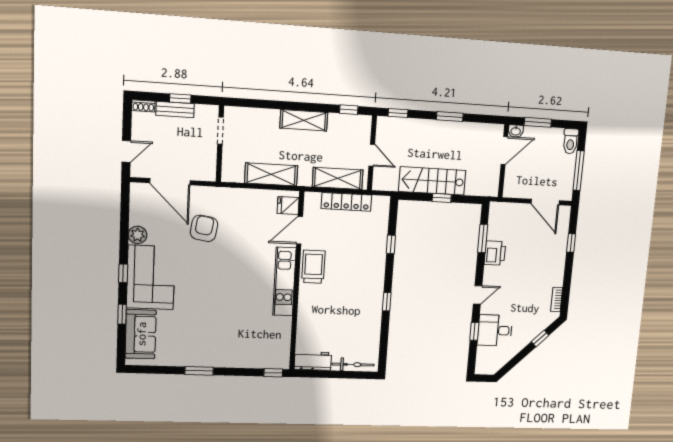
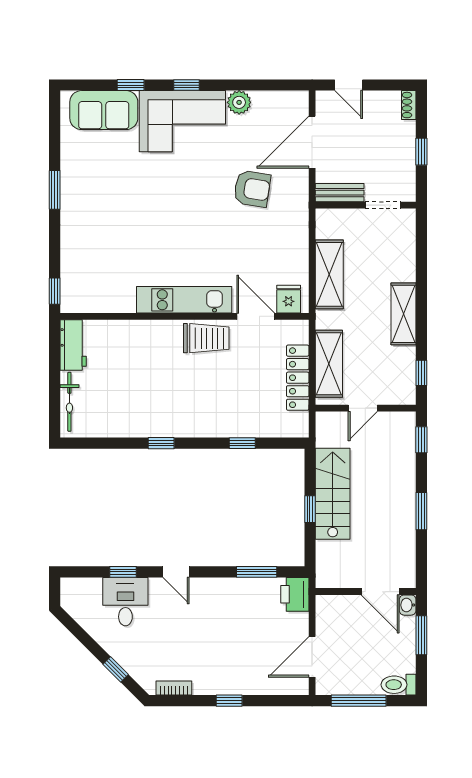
bench: (175, 110) -> (340, 193), moved, turned 90
window: (571, 243) -> (229, 701), moved
printer: (495, 253) -> (295, 594), moved, turned 90

